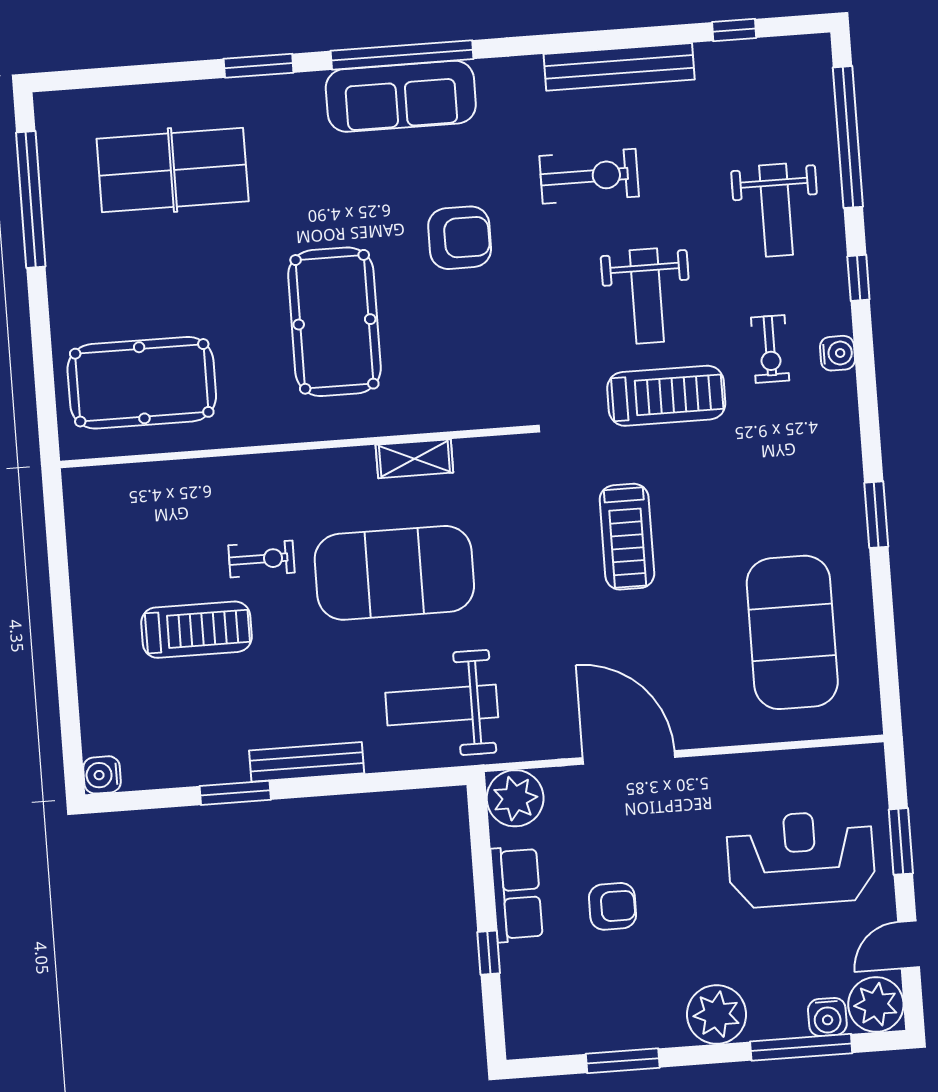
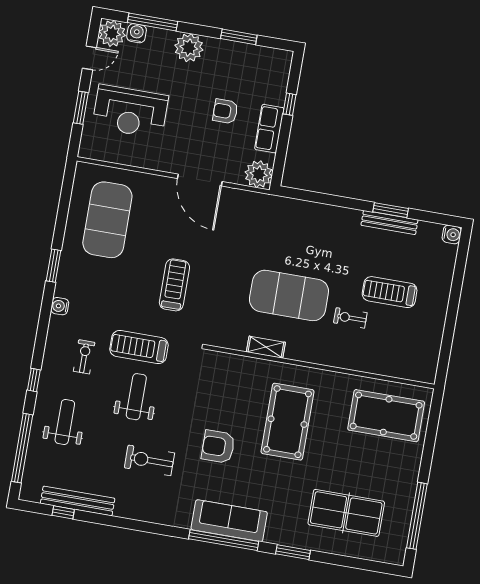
bench: (619, 67) -> (78, 501), moved
water cooler: (837, 353) -> (60, 306), moved
weight bench: (442, 705) -> (282, 227), removed
bench: (307, 762) -> (389, 223), moved

